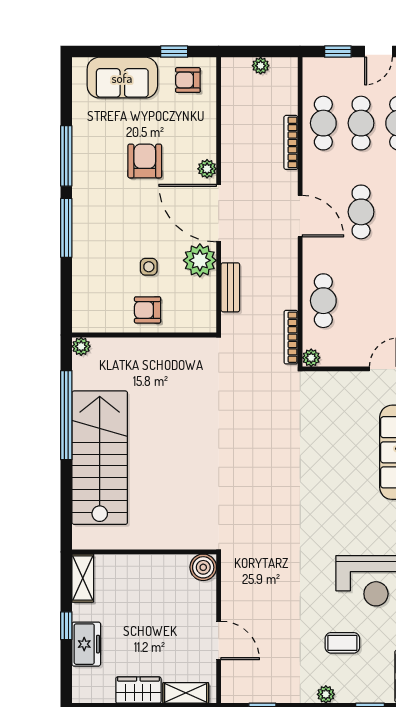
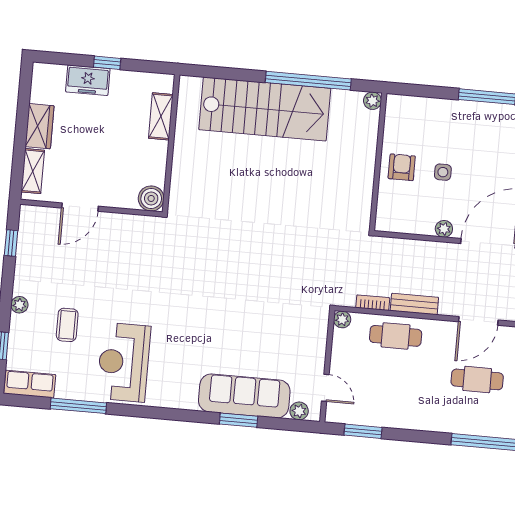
plant: (200, 260) -> (444, 229), width x0.53, depth x0.53
bench: (230, 287) -> (414, 304), moved
bookcase: (291, 337) -> (373, 303), width x0.64
shelving: (83, 578) -> (161, 116), moved, turned 90

